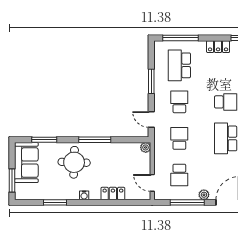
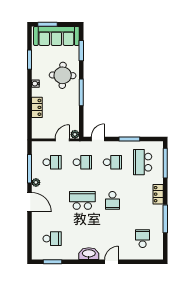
school desk: (179, 65) -> (143, 162), turned -90
sofa: (26, 163) -> (56, 36), width x1.36
school desk: (179, 175) -> (52, 162), turned 180
door: (152, 183) -> (62, 140), moved

